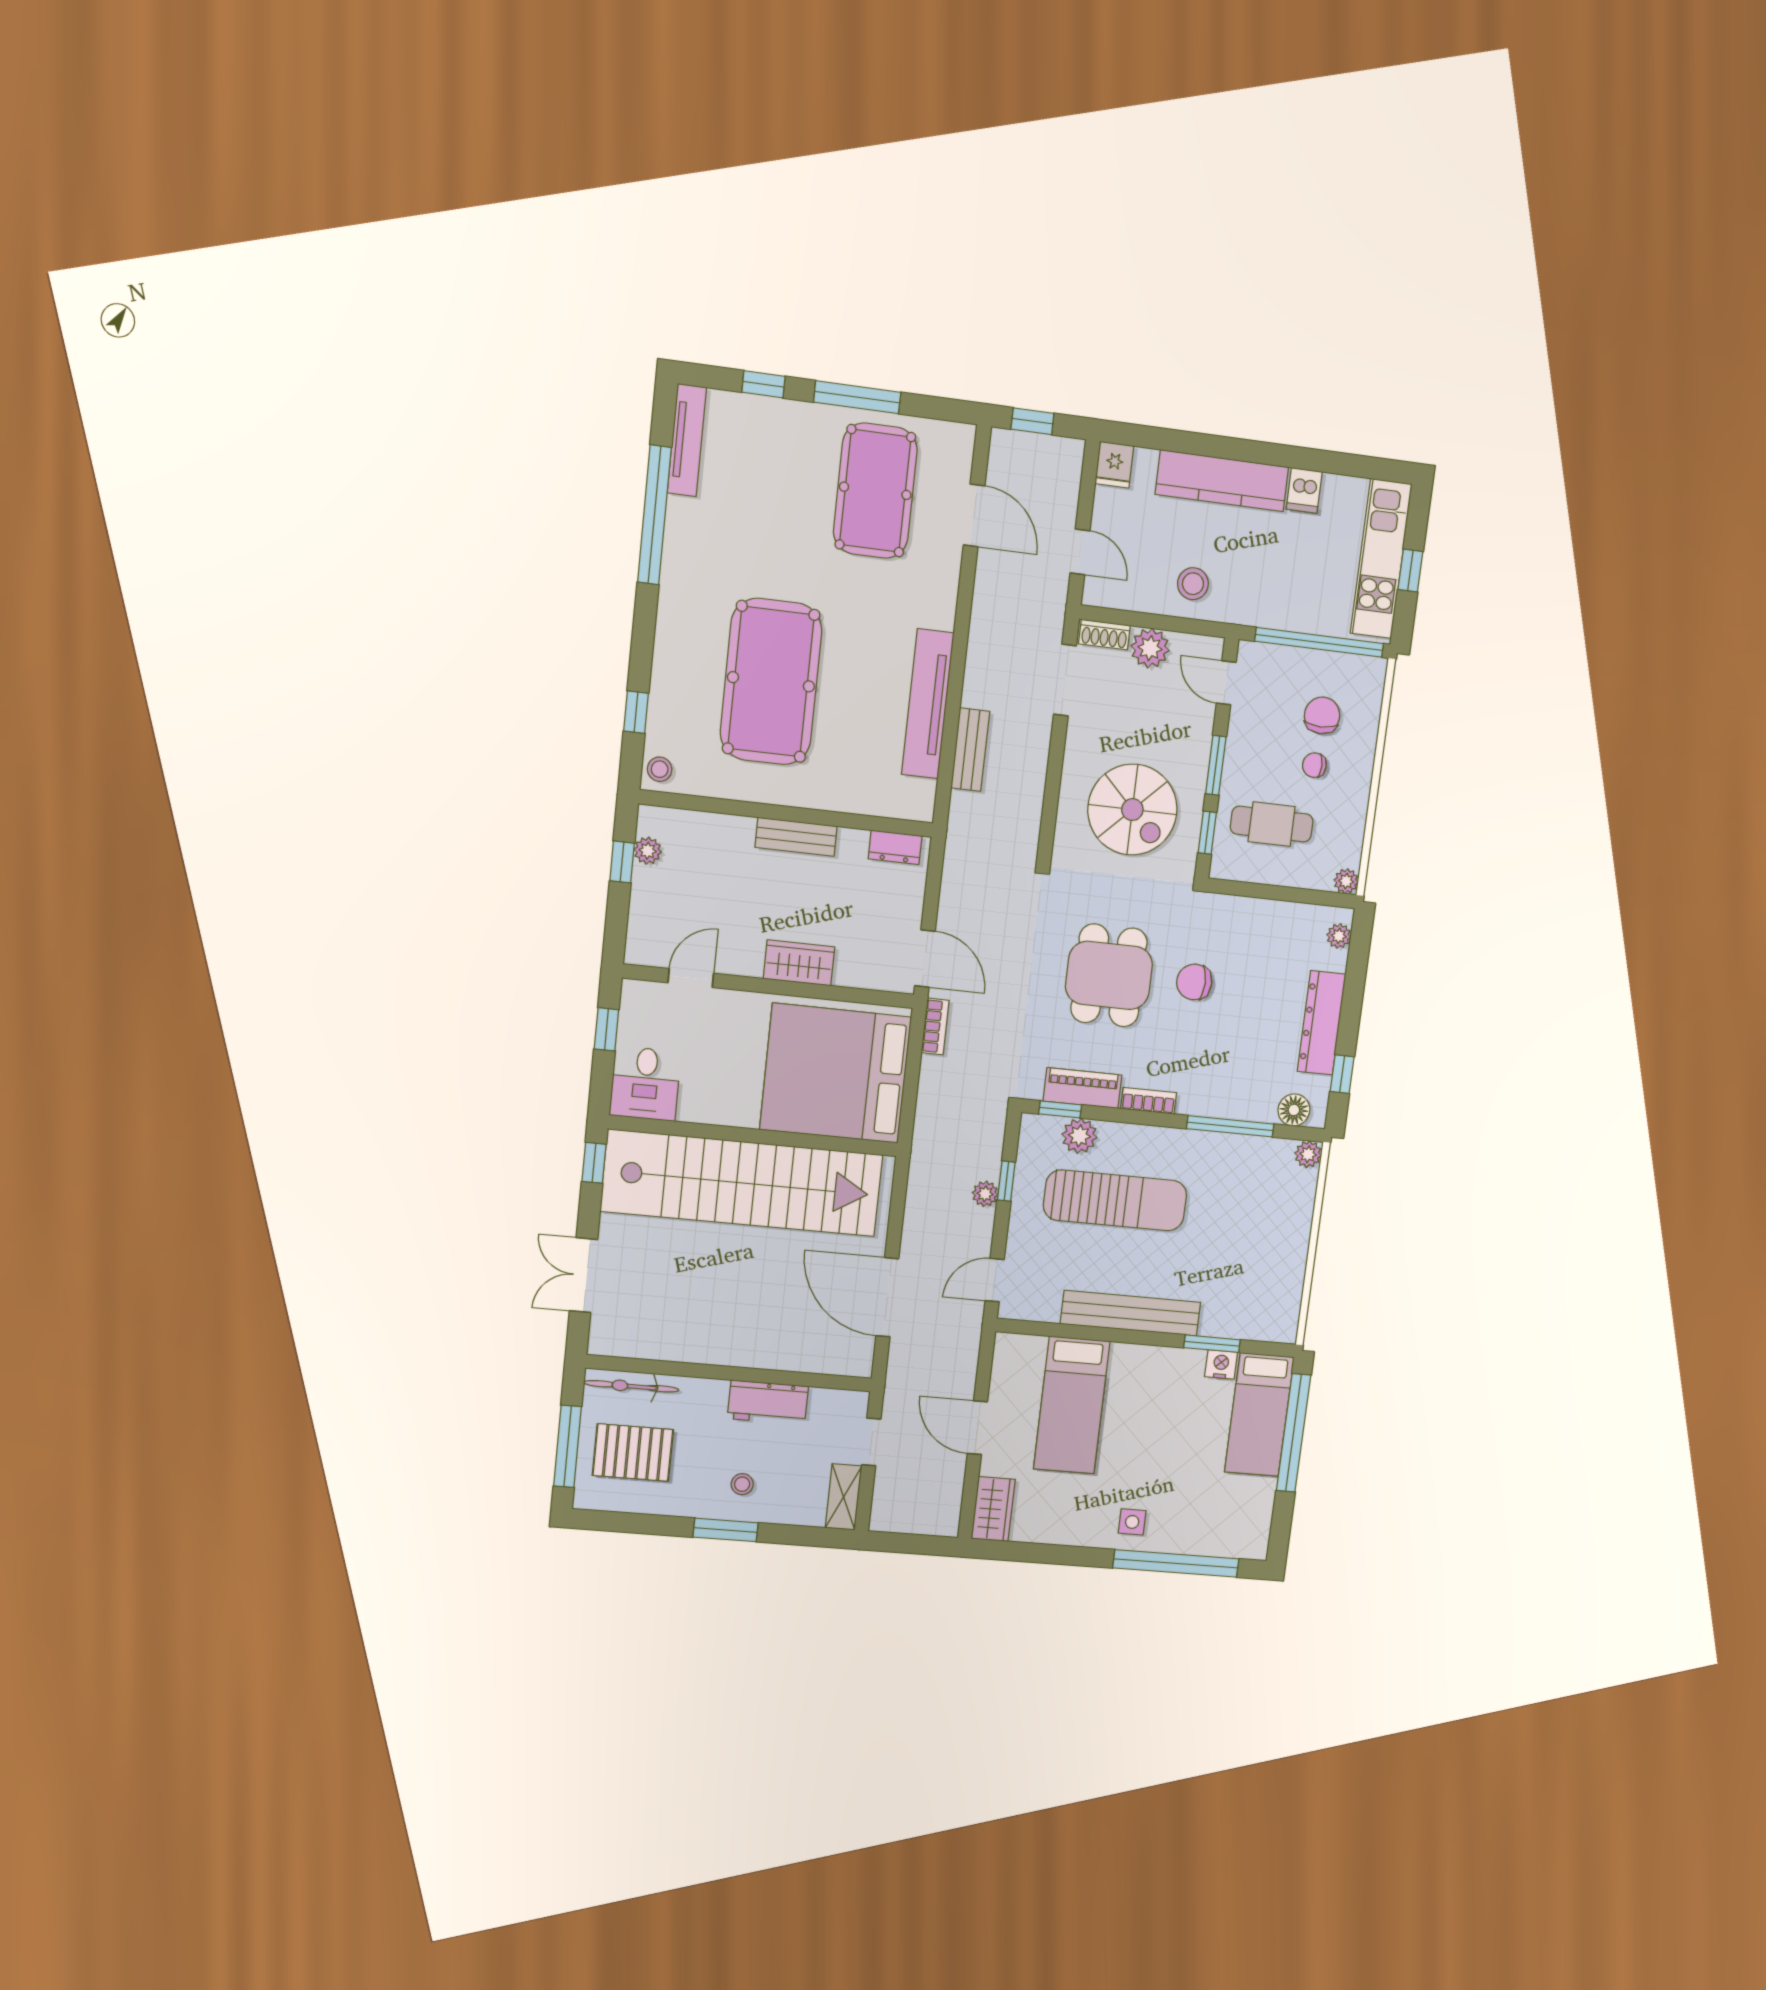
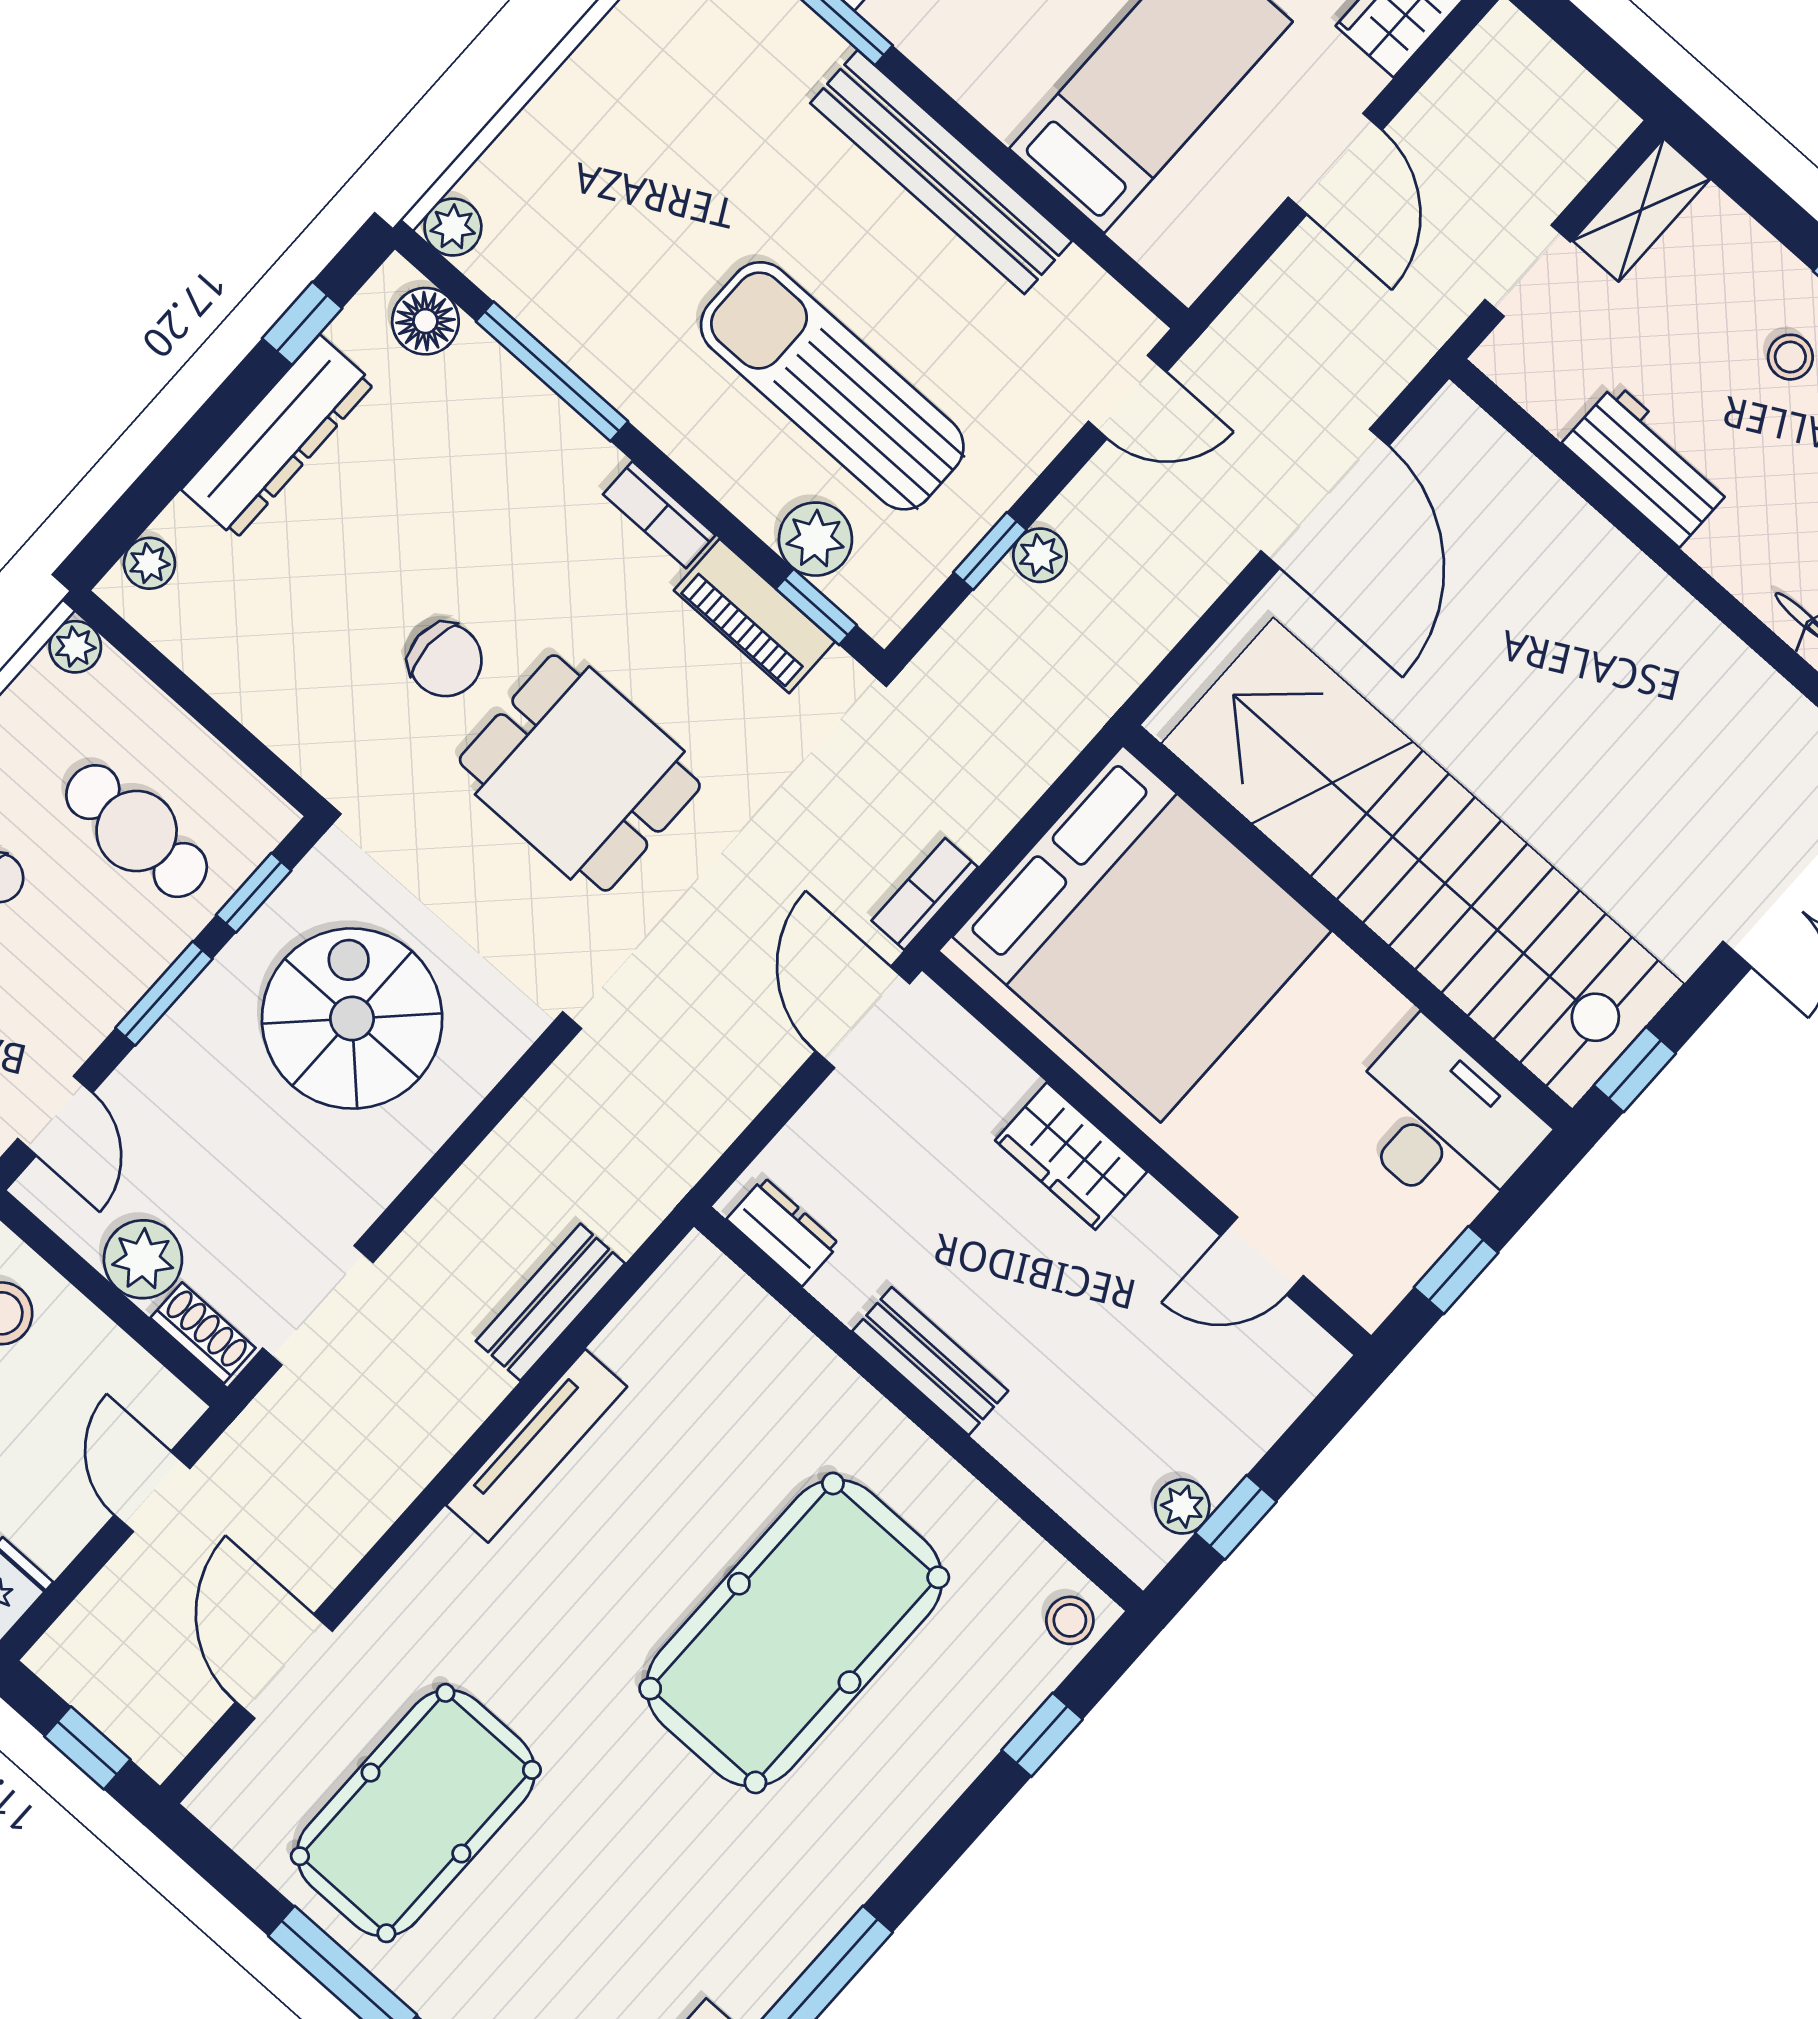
tv unit: (928, 704) -> (537, 1446), width x0.73, depth x0.78
dining table: (1109, 975) -> (580, 773), turned 90
desk: (645, 1084) -> (1441, 1122), width x1.37

